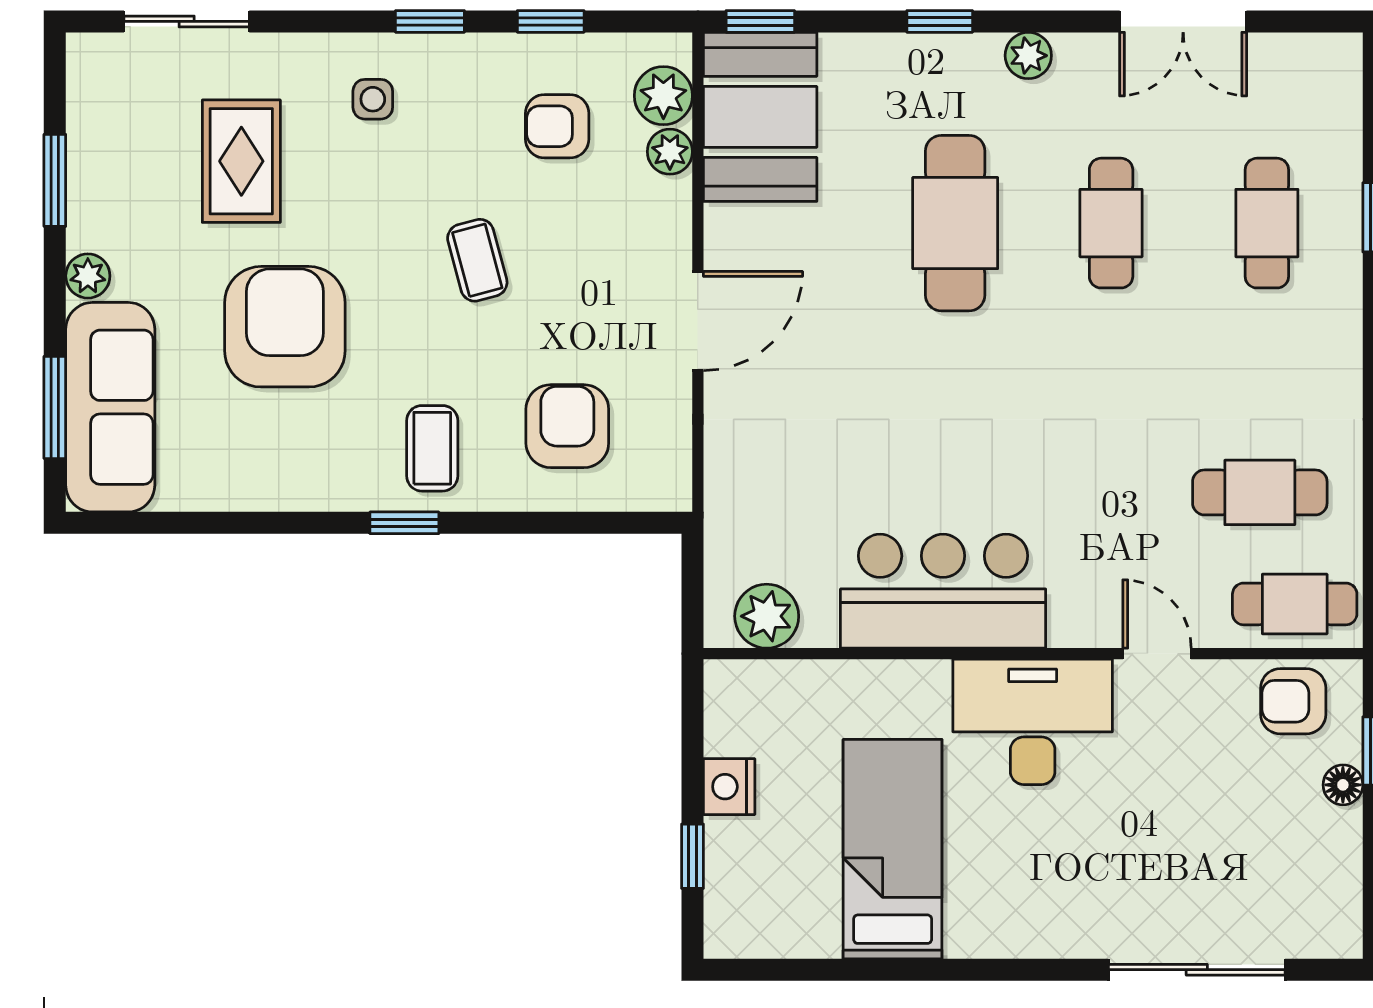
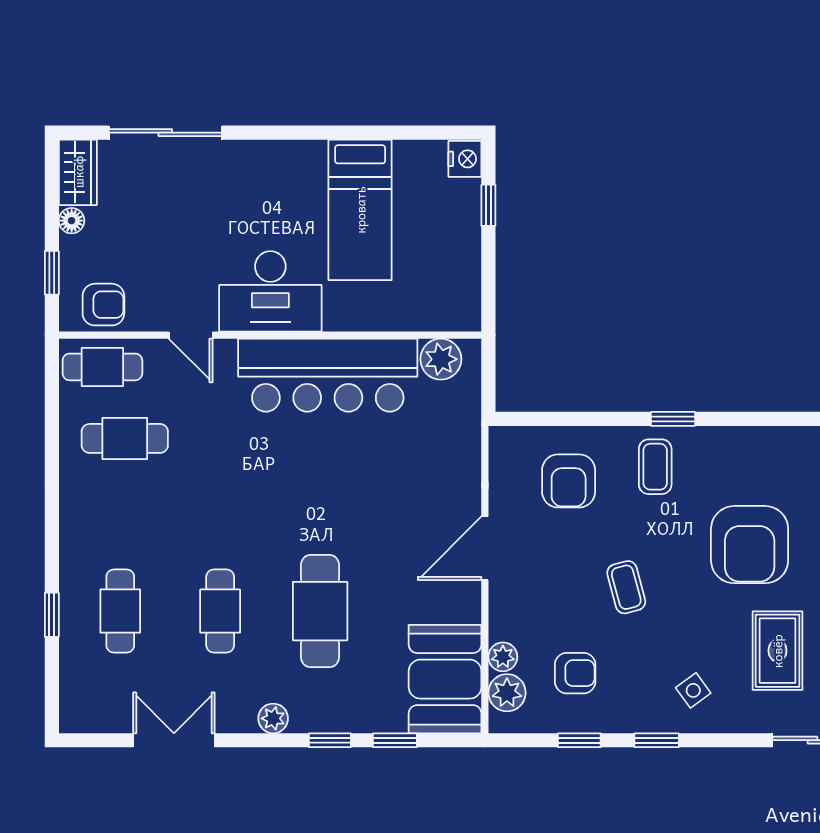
window: (760, 21) -> (395, 740), moved
side table: (373, 99) -> (693, 690), turned -36
bar counter: (943, 591) -> (328, 375), width x1.36
floor lamp: (1343, 785) -> (72, 221), moved
nightstand: (729, 787) -> (465, 159), moved
wardrobe: (1333, 908) -> (78, 172), added

